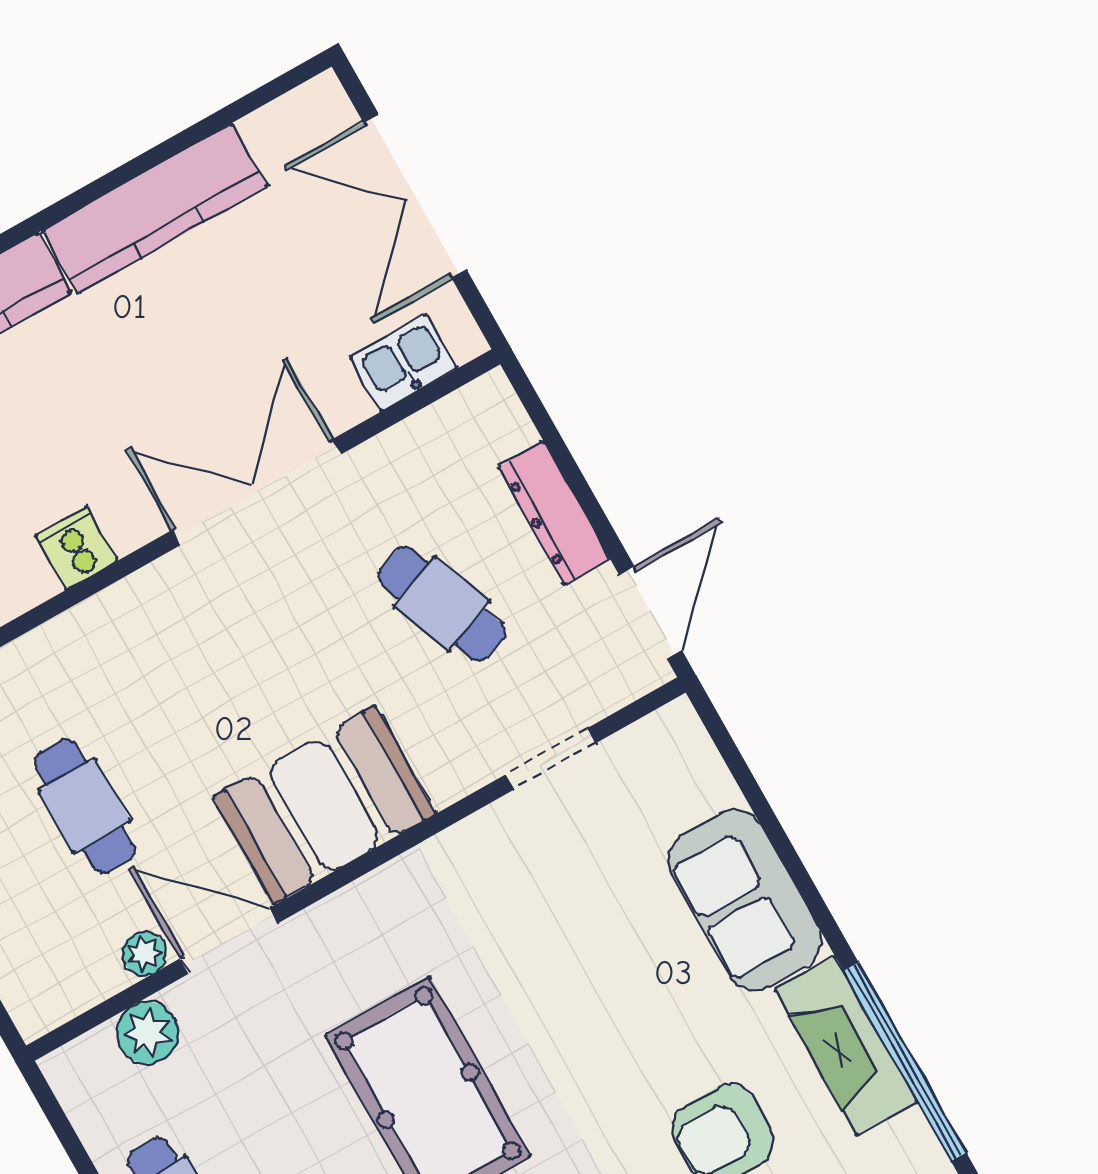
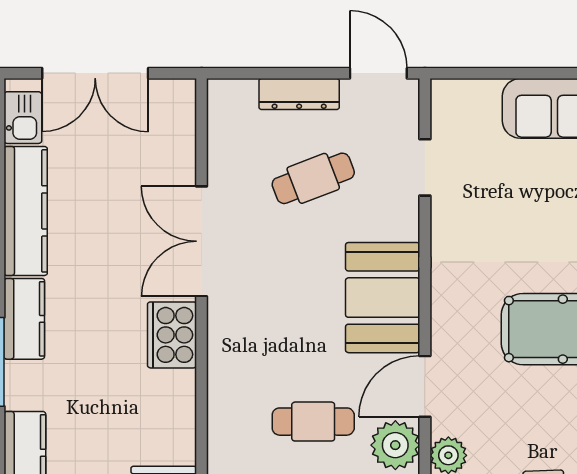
kitchen sink: (404, 363) -> (23, 118), moved, turned 180
cooker: (77, 548) -> (172, 335), width x1.87, depth x1.31
plant: (144, 954) -> (395, 445), width x1.88, depth x1.88

